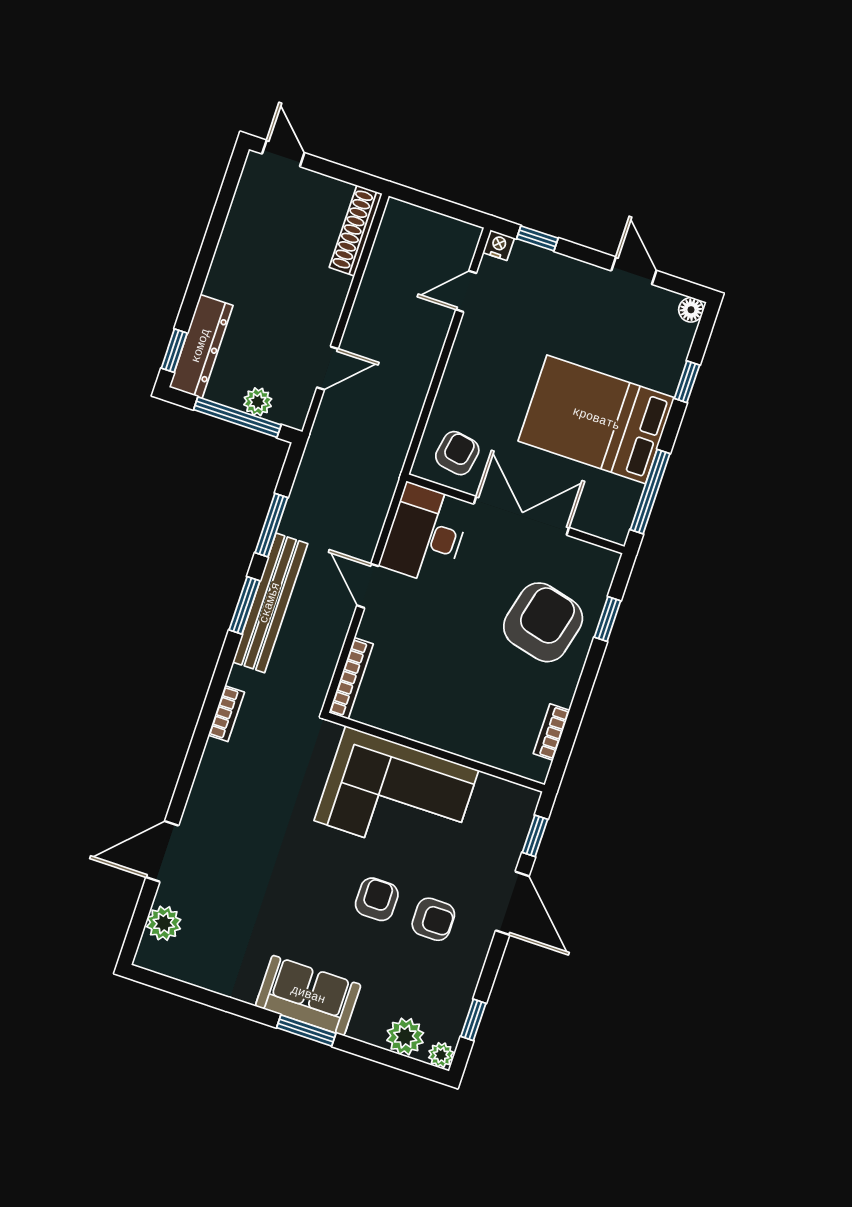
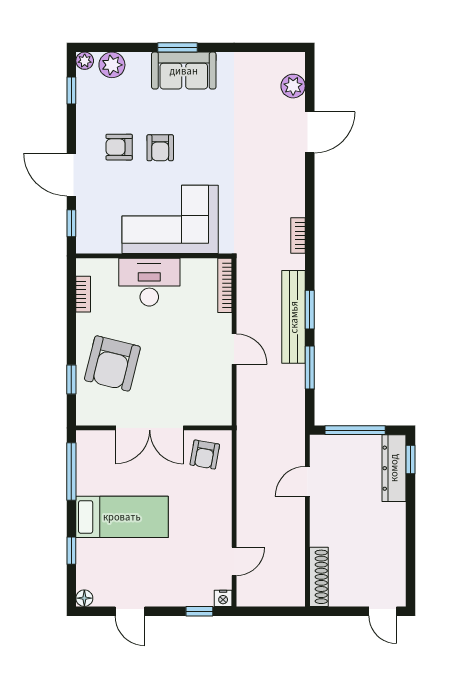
plant: (258, 402) -> (345, 445), removed
bed: (596, 419) -> (122, 517), width x0.67
desk: (425, 534) -> (149, 282), moved, turned -90

